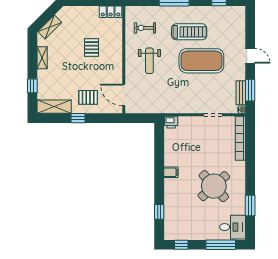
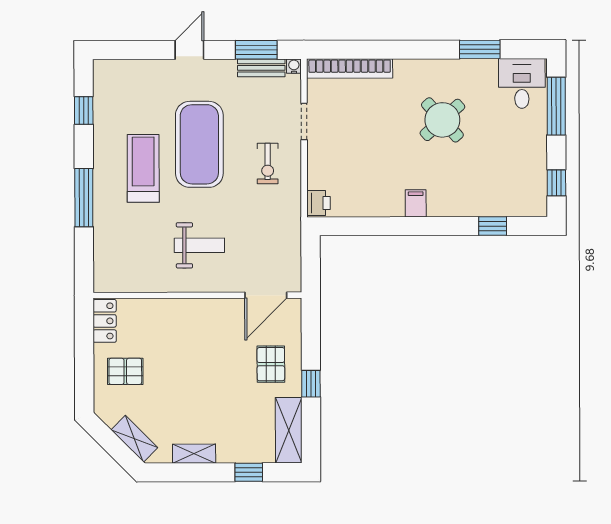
exercise bike: (145, 28) -> (268, 163), moved
pallet: (92, 48) -> (125, 371), moved
round table: (214, 186) -> (442, 120), width x0.73, depth x0.73

